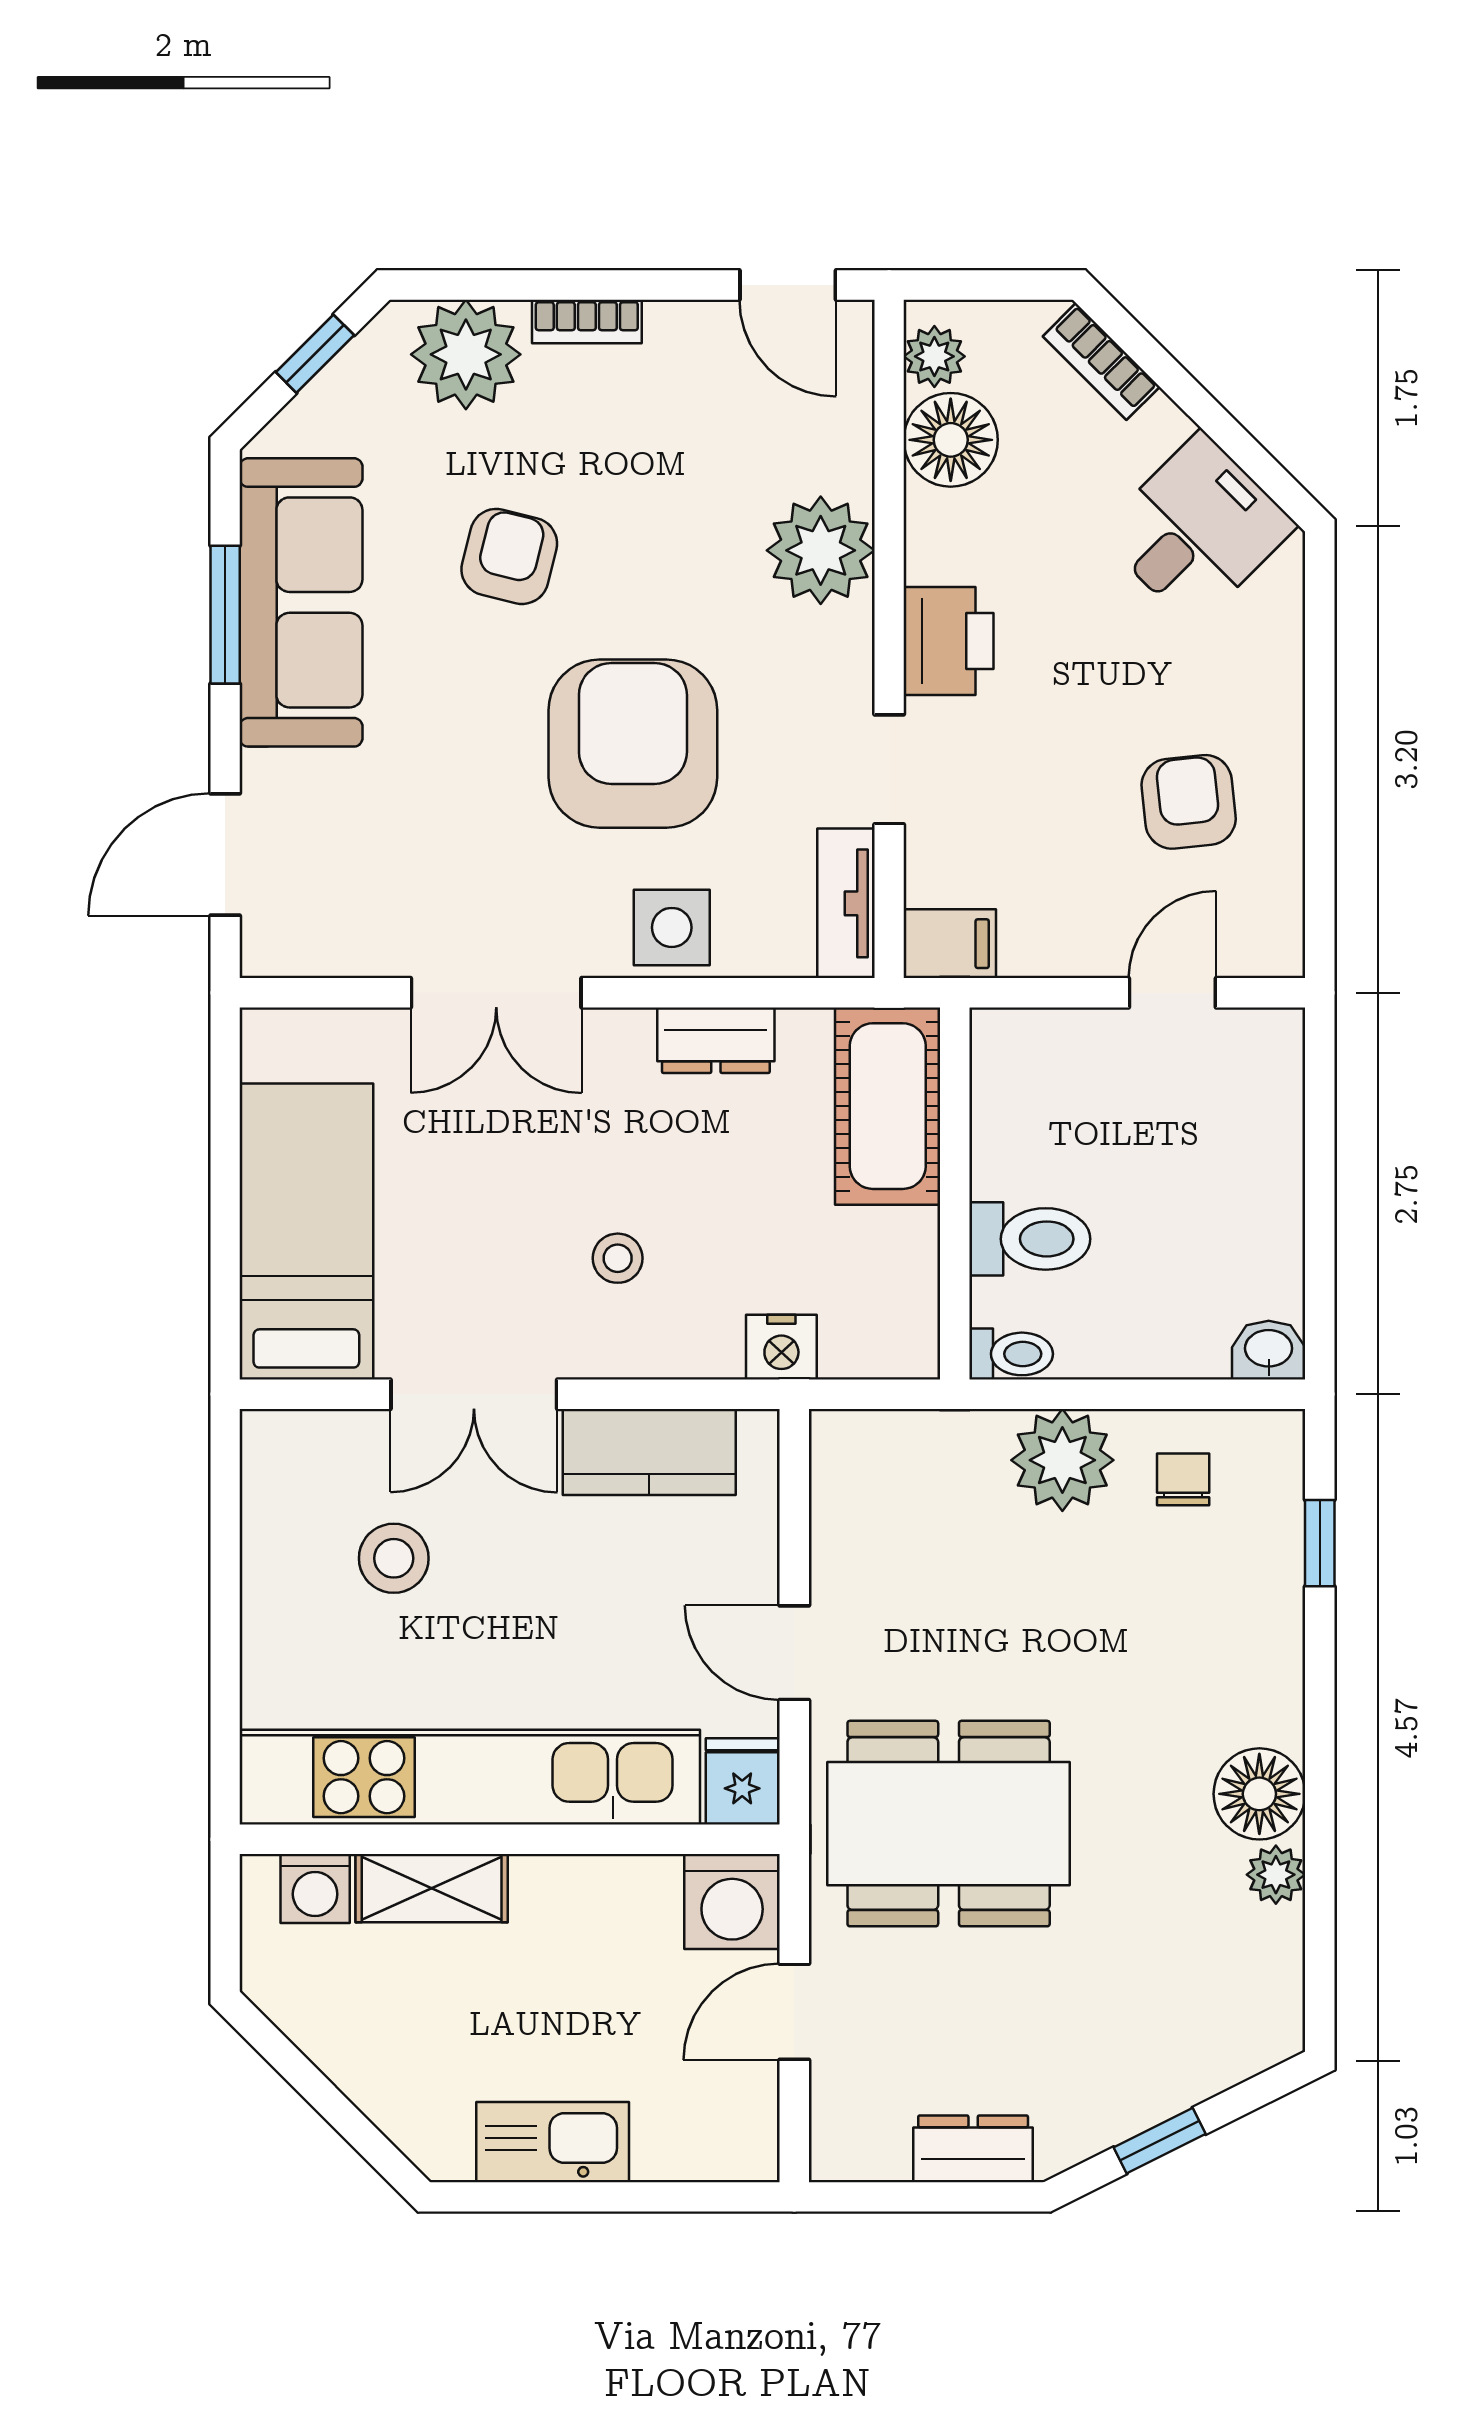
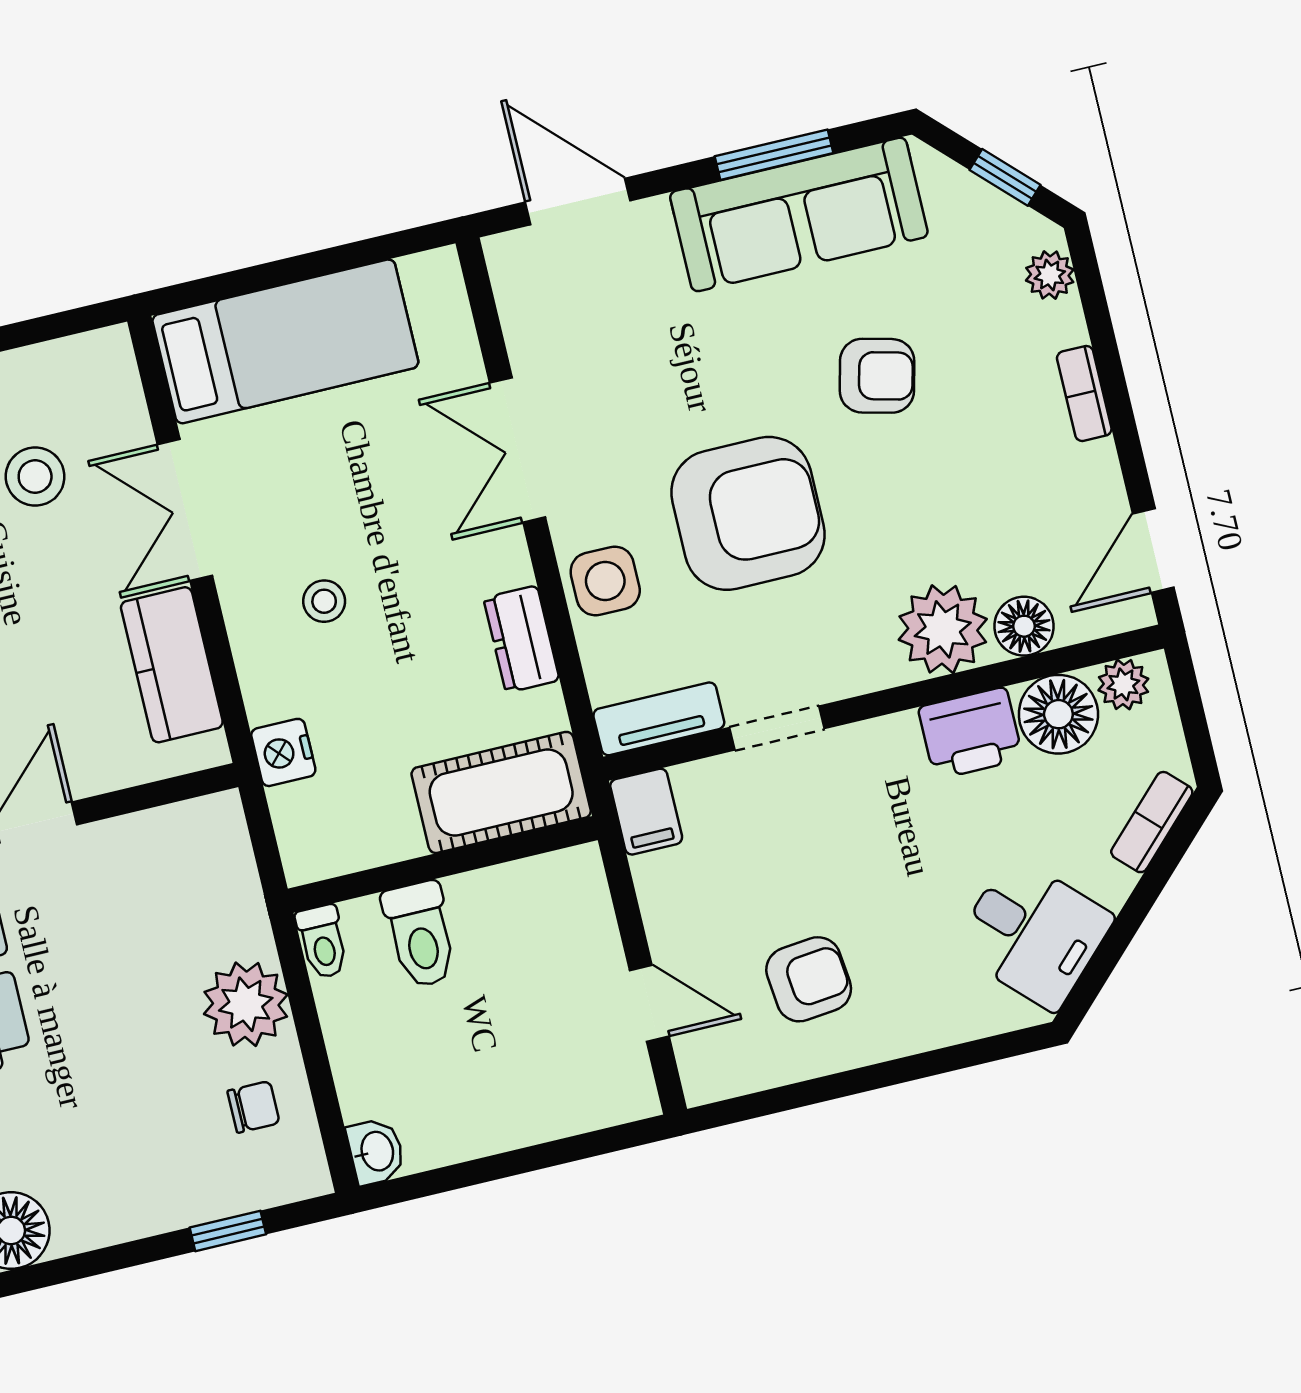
plant: (466, 354) -> (1050, 275), width x0.53, depth x0.53
floor lamp: (839, 455) -> (1024, 626), added
printer: (949, 641) -> (970, 733), moved

